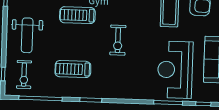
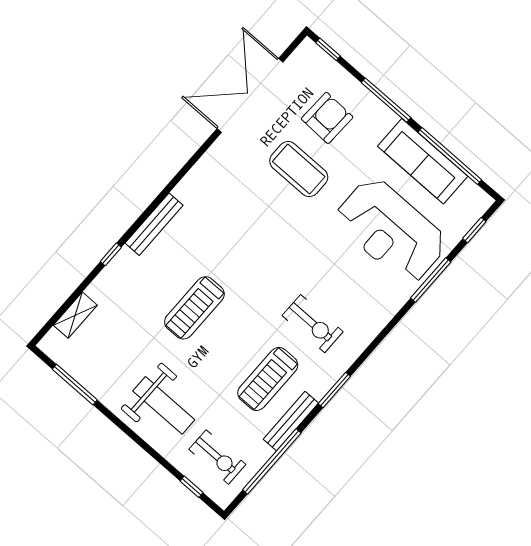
exercise bike: (118, 40) -> (313, 324), moved
bench: (63, 93) -> (291, 421), added

